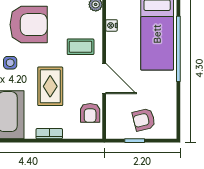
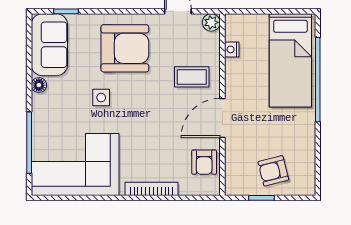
door: (104, 79) -> (222, 118), swing flipped
rug: (50, 86) -> (153, 128), removed
bookcase: (49, 134) -> (151, 189), width x1.56

